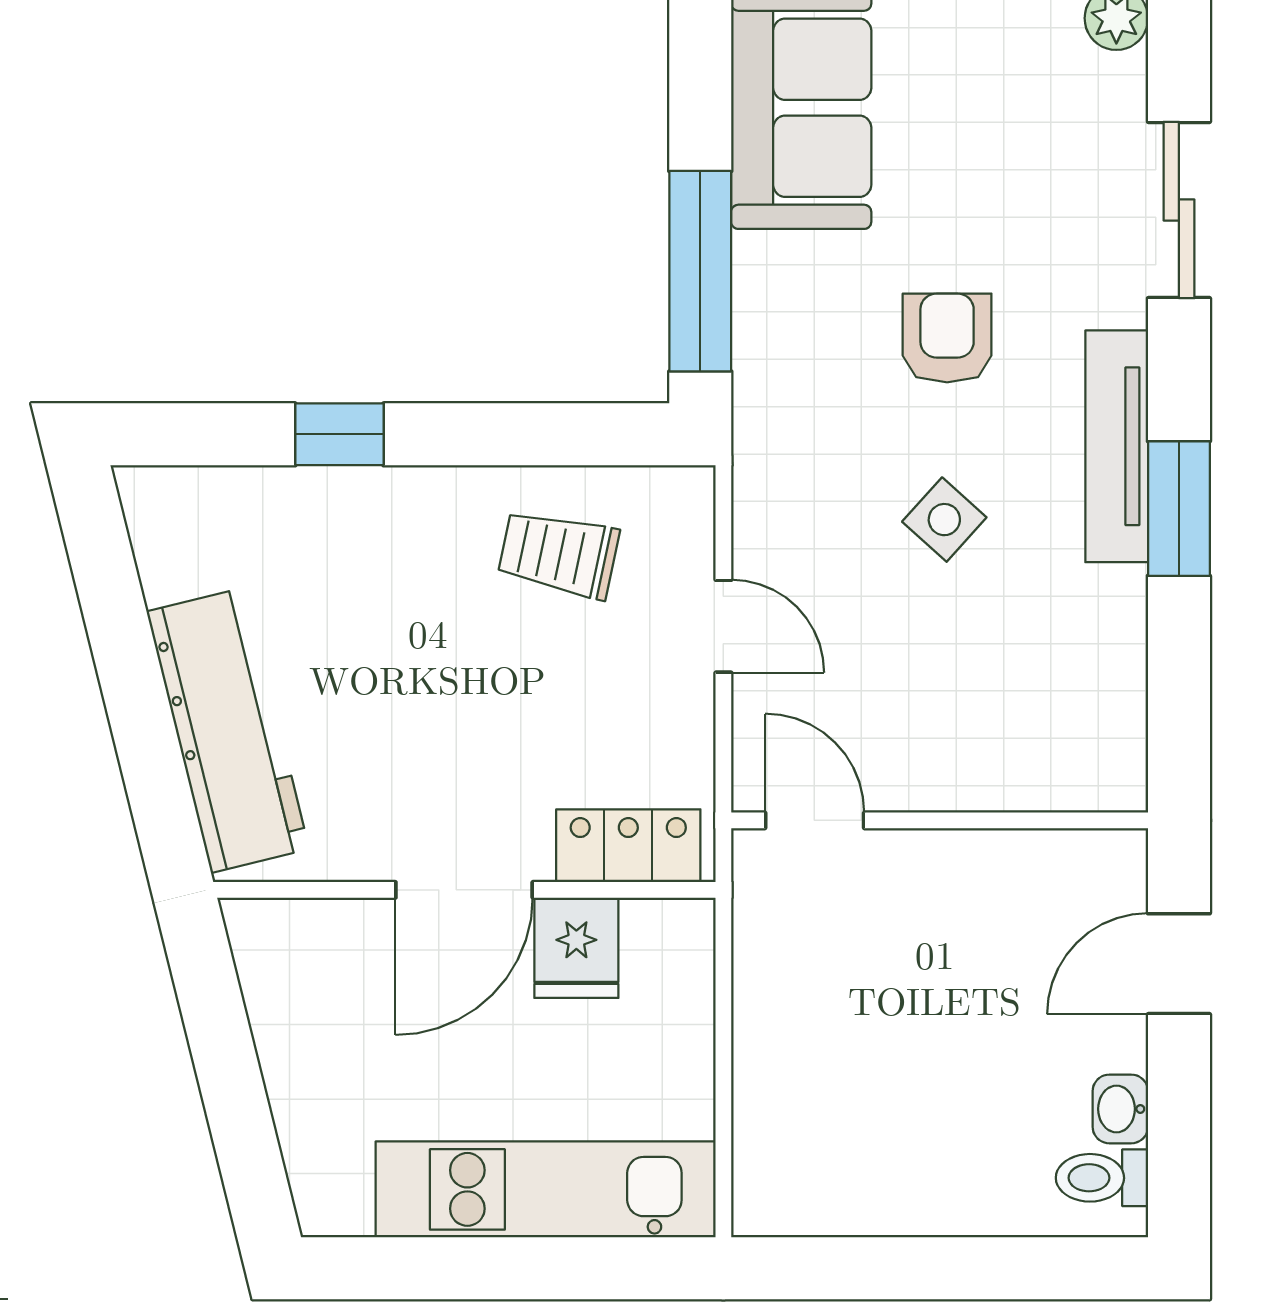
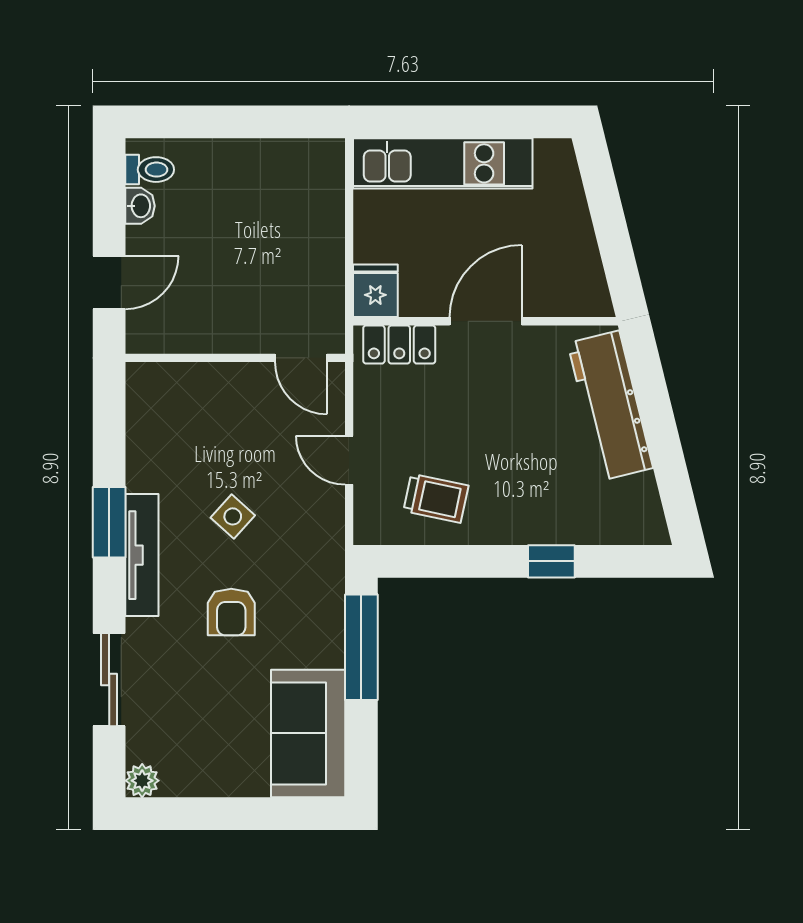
fridge: (576, 948) -> (375, 291), moved

